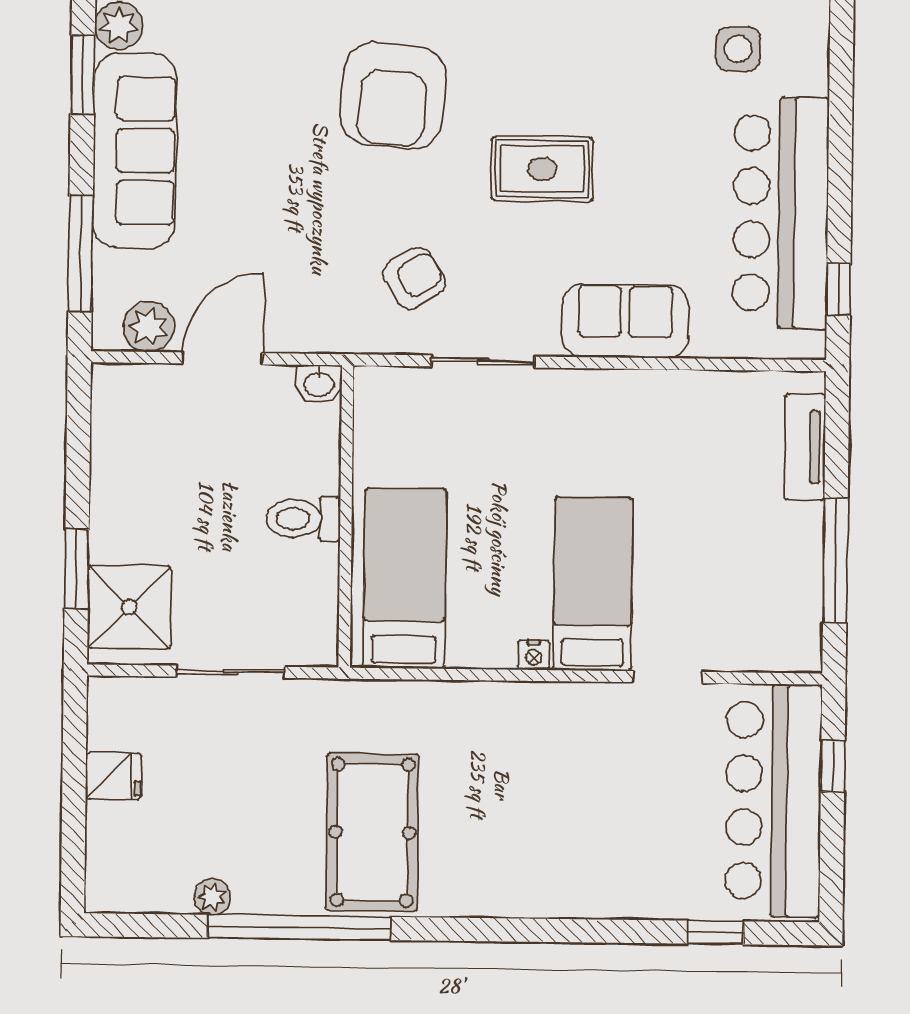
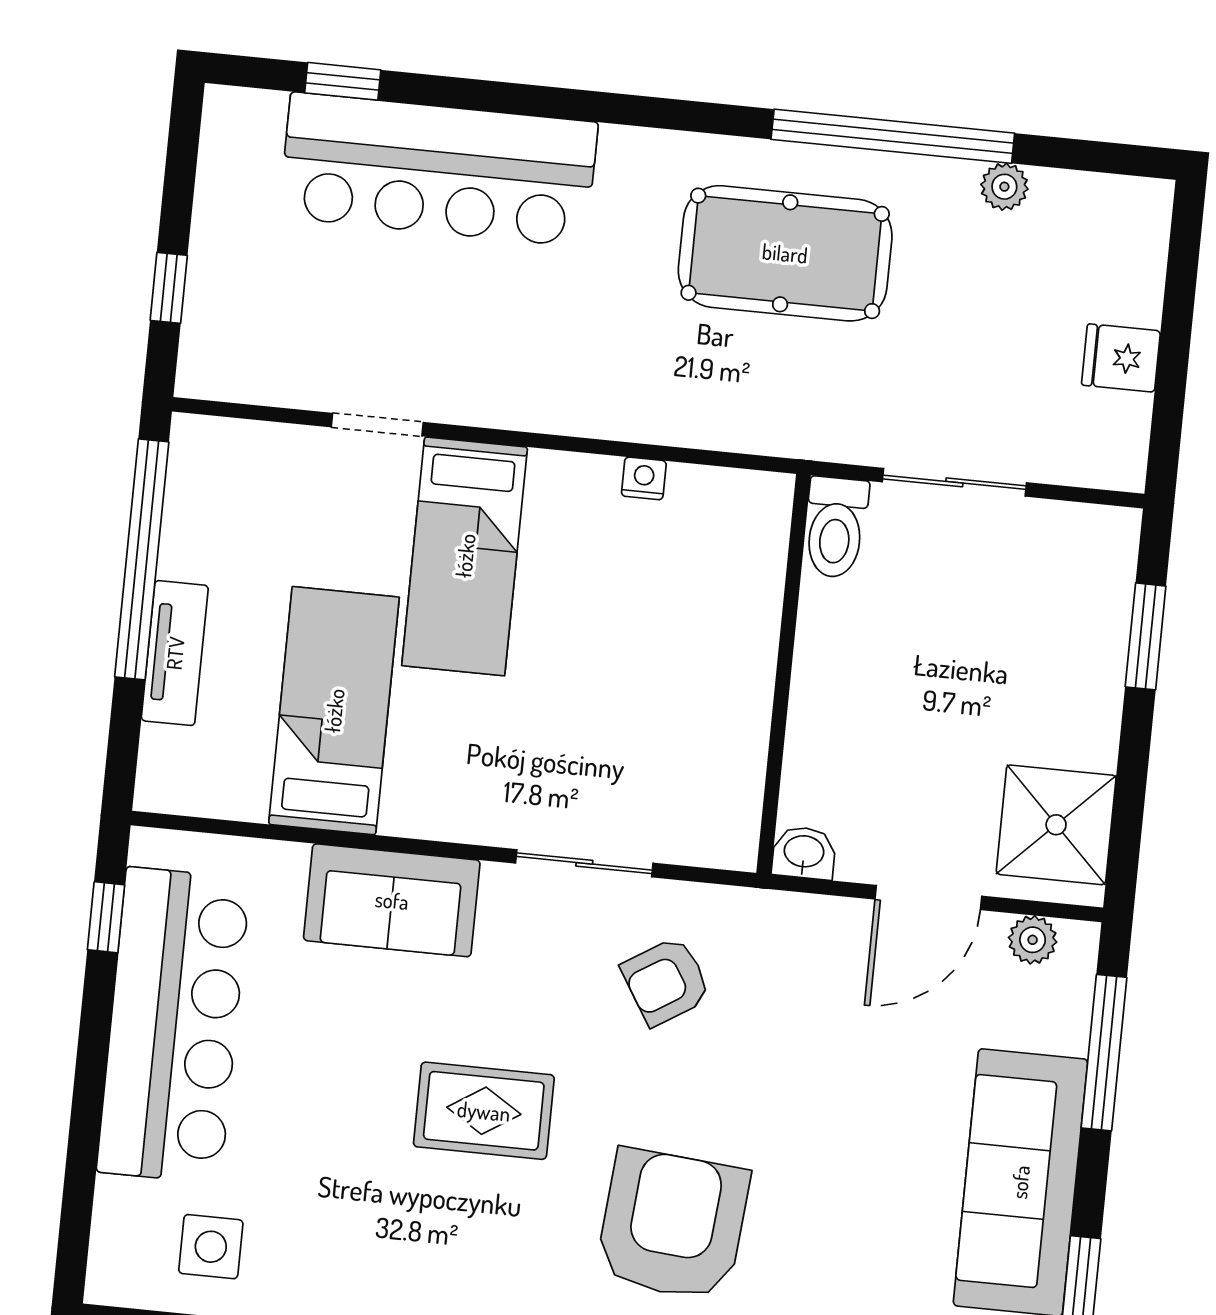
plant: (149, 327) -> (1033, 940), width x0.73, depth x0.73
tv unit: (805, 447) -> (175, 653), moved
toilet: (303, 519) -> (836, 527), moved, turned 90
window: (835, 560) -> (142, 559), width x1.46
bed: (405, 578) -> (334, 711), moved, turned 180
shower: (129, 607) -> (1056, 825), moved
nightstand: (534, 655) -> (644, 478), moved
bar counter: (773, 800) -> (438, 170), moved, turned 90
pool table: (372, 832) -> (785, 253), turned 90

